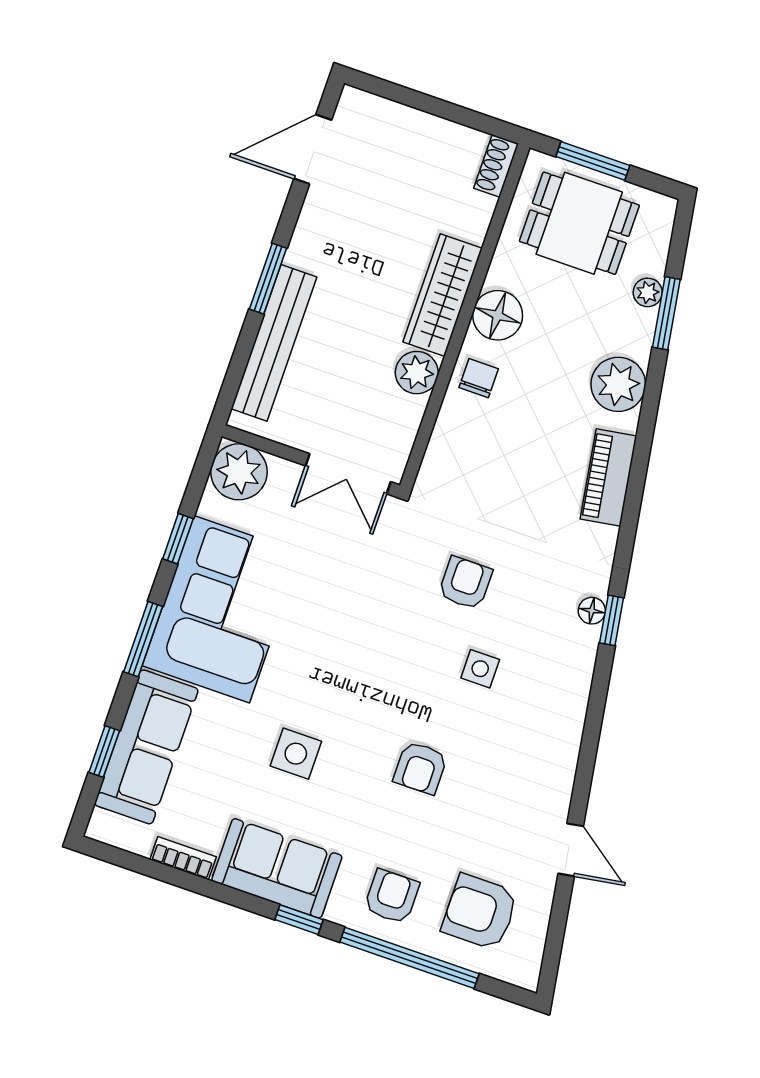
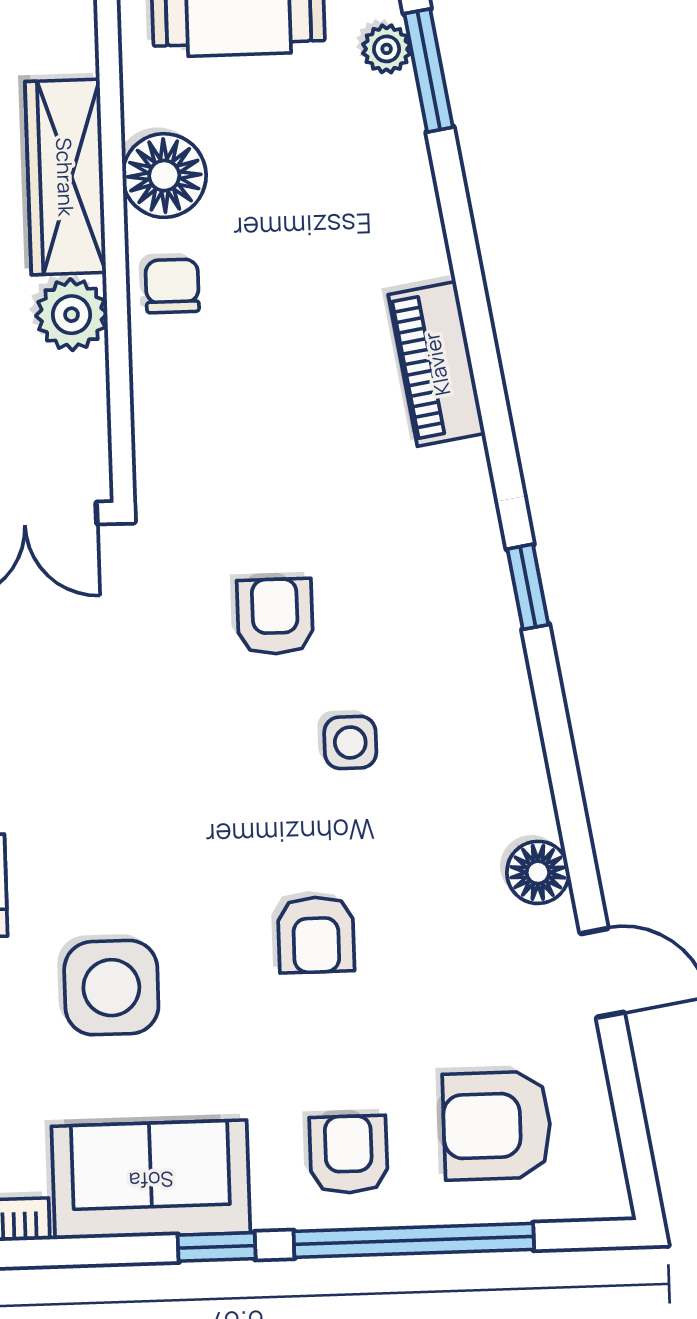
plant: (618, 384) -> (396, 211), removed
floor lamp: (592, 611) -> (538, 872), moved, width x1.37, depth x1.37
side table: (296, 754) -> (111, 988), width x1.37, depth x1.37

